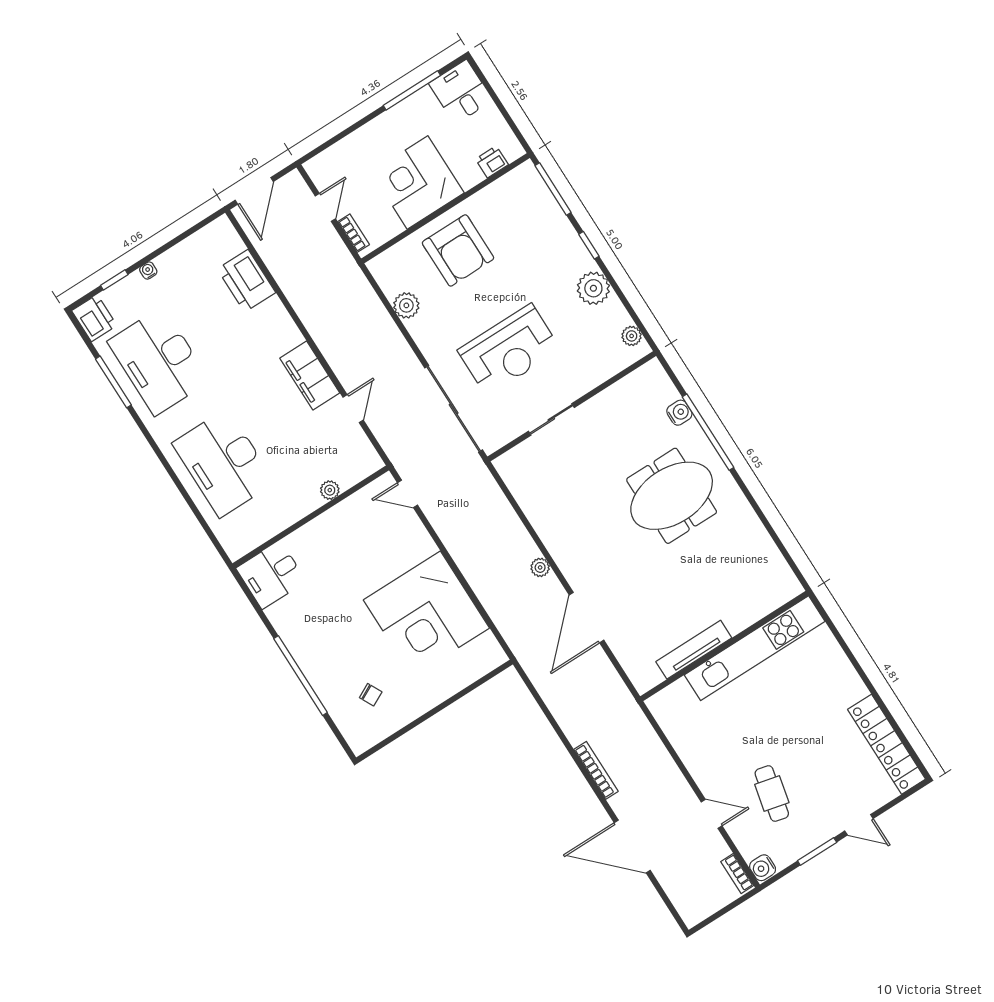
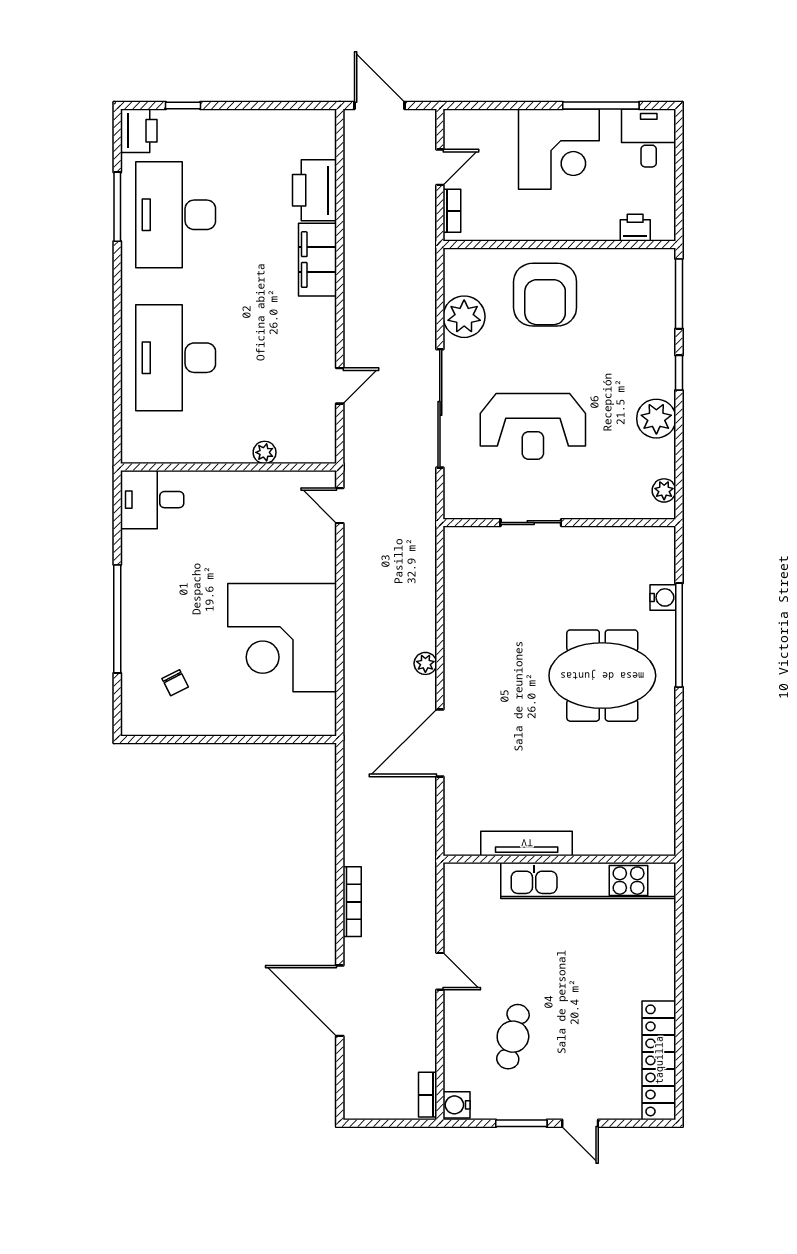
corner desk: (418, 182) -> (559, 149), moved, turned 180
door: (254, 191) -> (380, 105), swing flipped
water cooler: (148, 271) -> (223, 118), removed
plant: (406, 305) -> (464, 317), width x1.36, depth x1.36
filing cabinet: (310, 375) -> (318, 260), moved
sliding door: (454, 409) -> (440, 408), moved
door: (712, 814) -> (440, 971), moved

